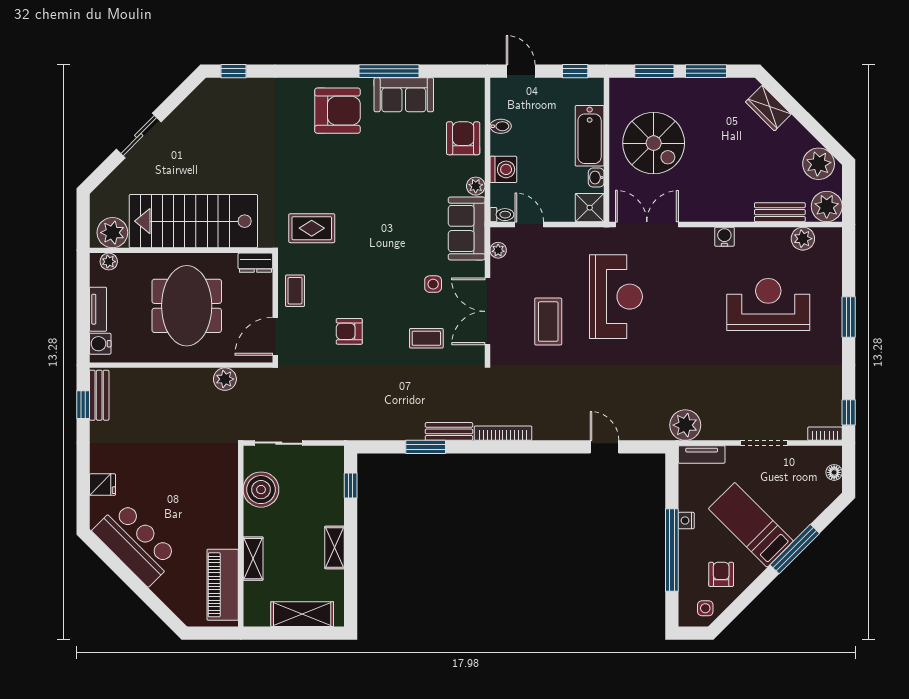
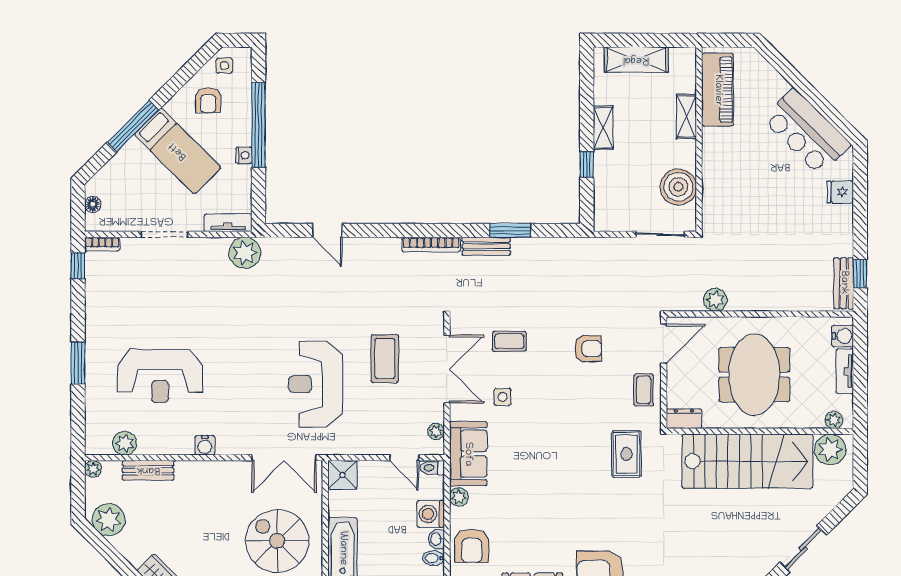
washbasin: (596, 178) -> (436, 539), moved, turned 180
plant: (827, 206) -> (93, 469), width x0.53, depth x0.53
rug: (312, 228) -> (626, 454), turned 90
window: (351, 485) -> (587, 164), moved

